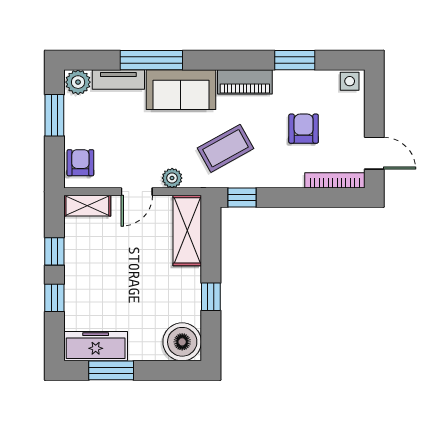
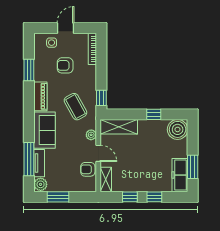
window: (151, 60) -> (29, 159), moved
side table: (350, 81) -> (52, 43), moved
door: (374, 153) -> (65, 28), moved
armchair: (80, 163) -> (88, 169), moved

